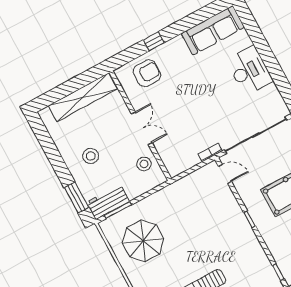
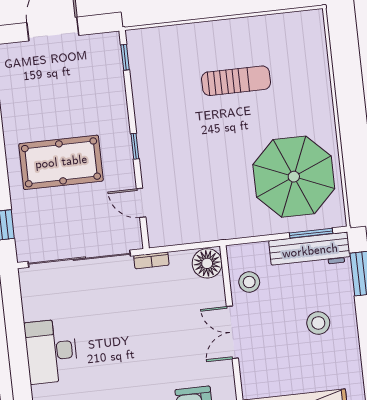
floor lamp: (175, 165) -> (207, 263), added
door: (225, 174) -> (141, 203), moved
workbench: (108, 202) -> (310, 251), width x1.37
parasol: (143, 241) -> (294, 177), width x1.36, depth x1.36

